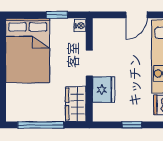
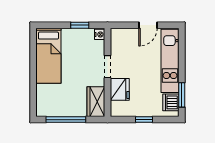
bed: (28, 50) -> (48, 56), width x0.67

